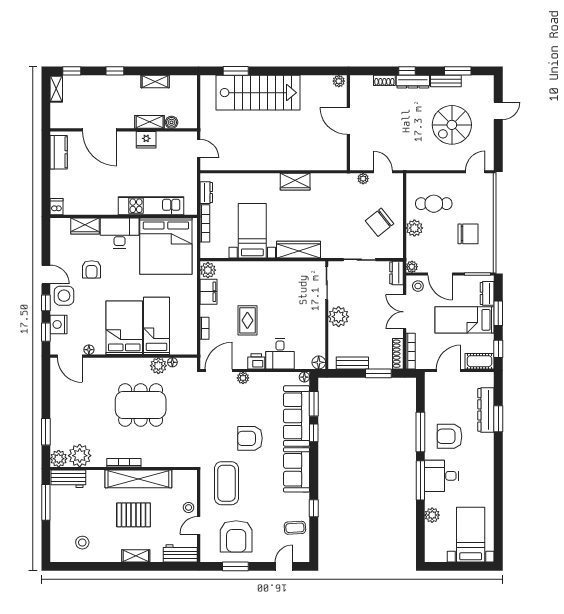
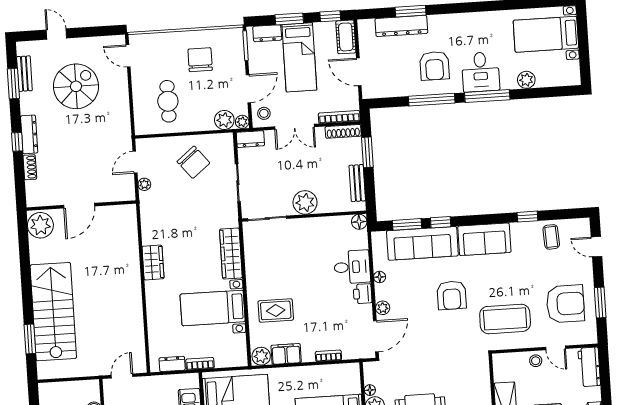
plant: (339, 81) -> (40, 225), width x1.87, depth x1.87
bench: (446, 81) -> (24, 74), moved
spiral stairs: (452, 125) -> (76, 86), turned -90
bookcase: (205, 223) -> (200, 364), width x0.64
plant: (414, 228) -> (224, 120), moved
rug: (247, 320) -> (276, 310), moved
door: (219, 370) -> (376, 336), swing flipped
floor lamp: (304, 377) -> (380, 277), moved

